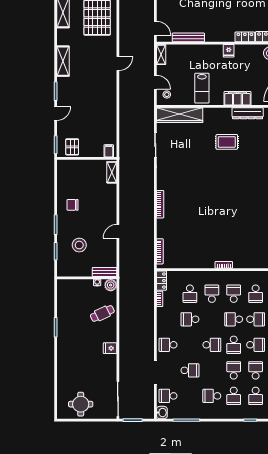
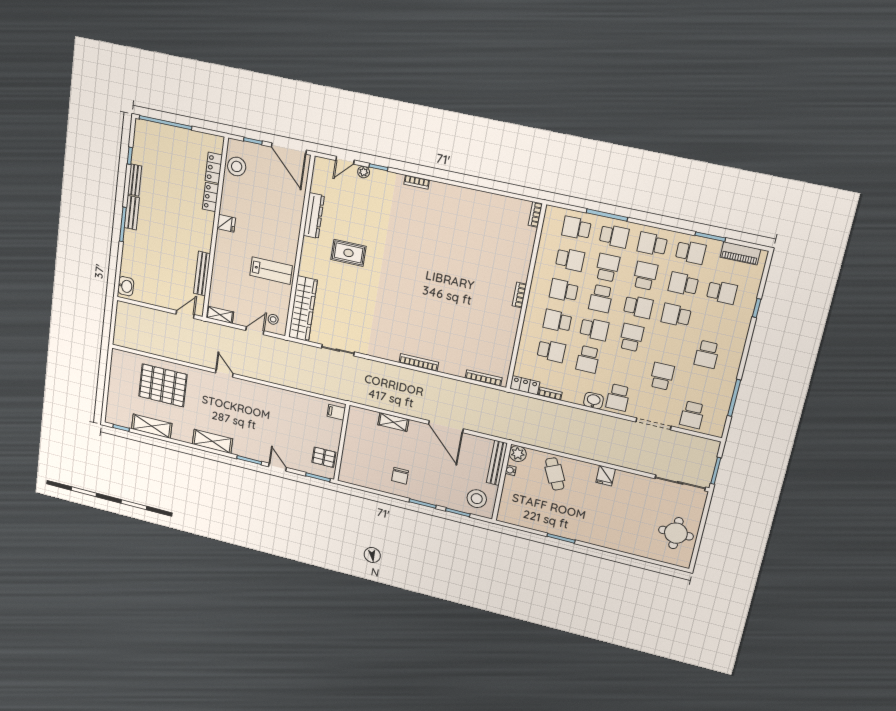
filing cabinet: (237, 98) -> (291, 225), removed
rug: (227, 142) -> (349, 253), turned 90
shelving: (112, 172) -> (393, 422), moved
door: (118, 231) -> (446, 427), width x1.88
stool: (79, 245) -> (477, 499), moved
bench: (104, 272) -> (497, 463), width x1.36
school desk: (234, 396) -> (594, 329), moved
washbasin: (162, 413) -> (593, 401), moved

